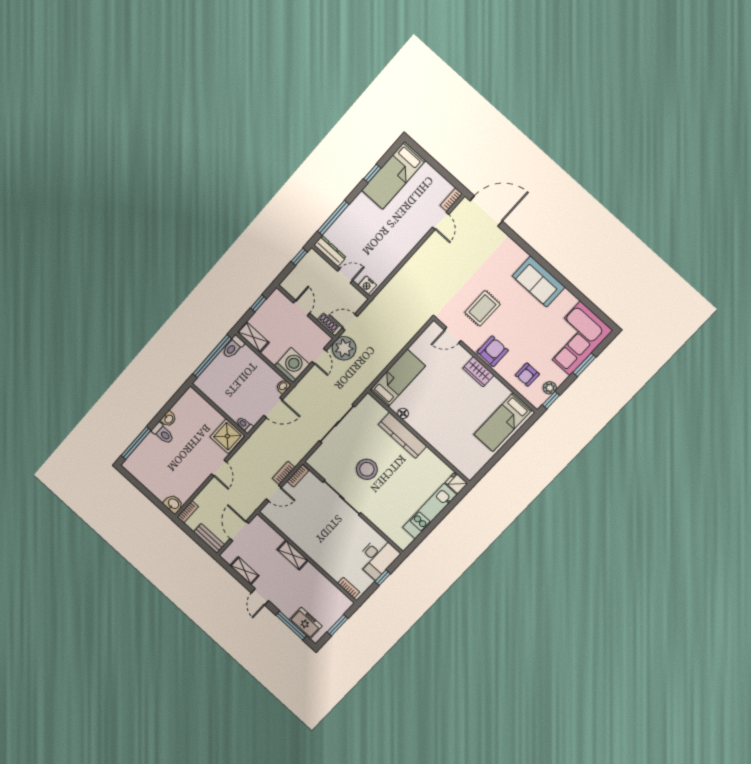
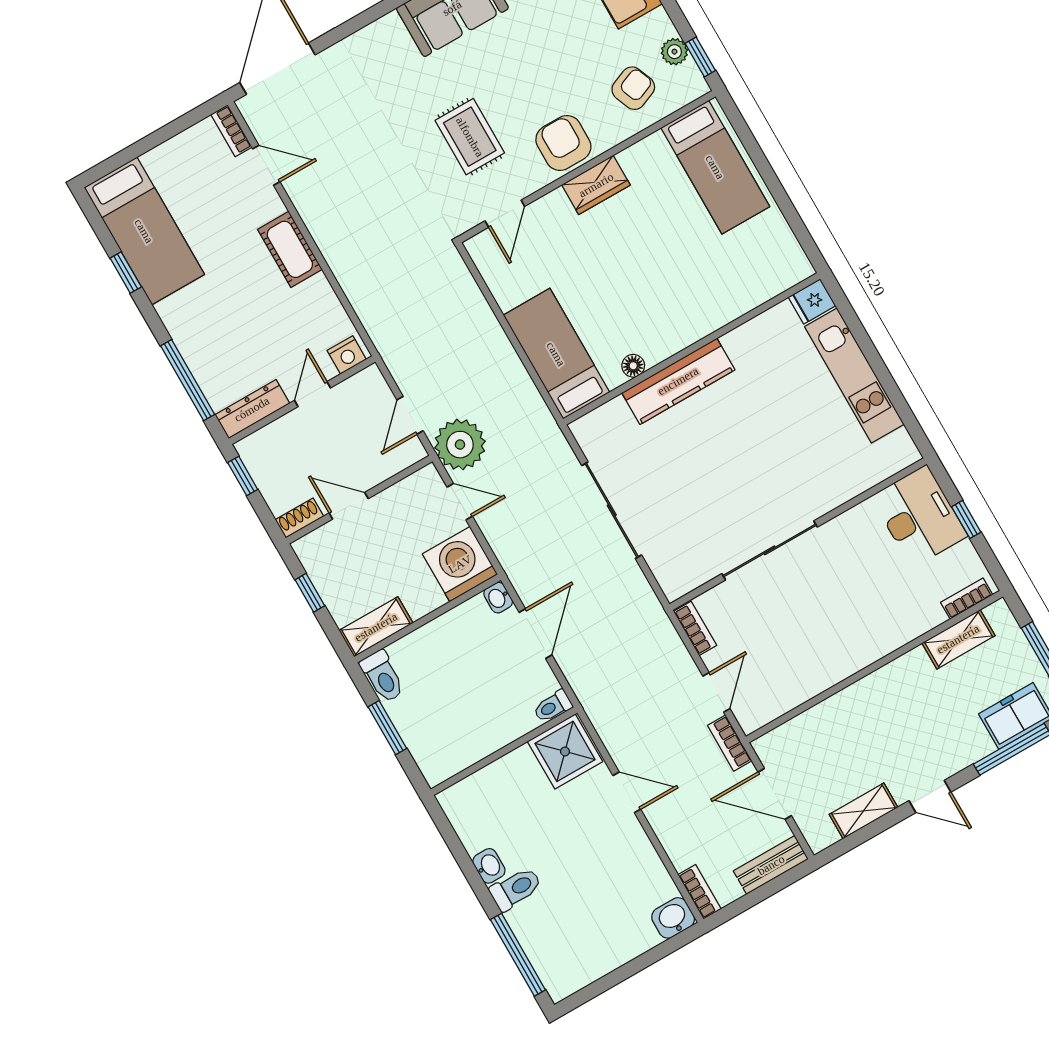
cot: (406, 244) -> (290, 249), added
shoe rack: (328, 323) -> (299, 518), moved
window: (212, 356) -> (387, 728), width x0.47
armchair: (527, 375) -> (633, 88), turned -112
stool: (367, 469) -> (726, 478), removed
bookcase: (284, 473) -> (730, 743), moved
shelving: (293, 555) -> (958, 639), moved

